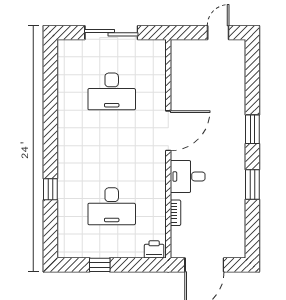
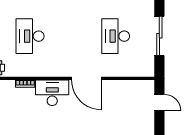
door: (218, 33) -> (159, 102), moved
desk: (188, 177) -> (52, 93), width x1.37

